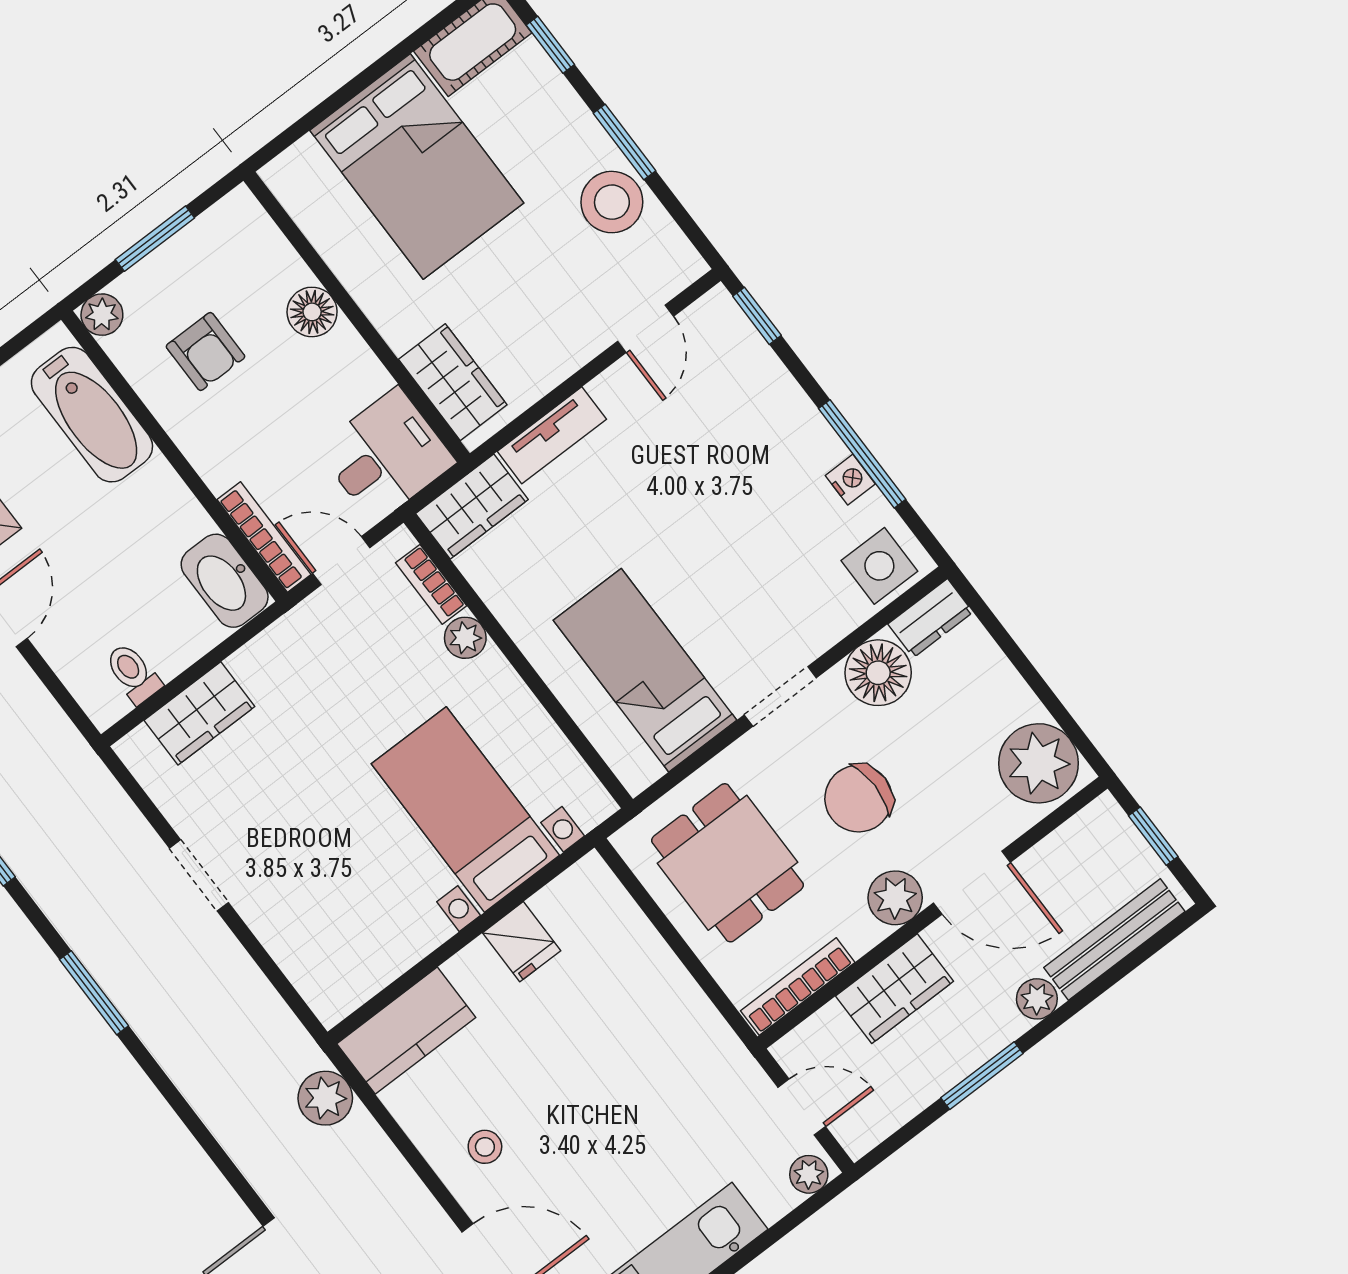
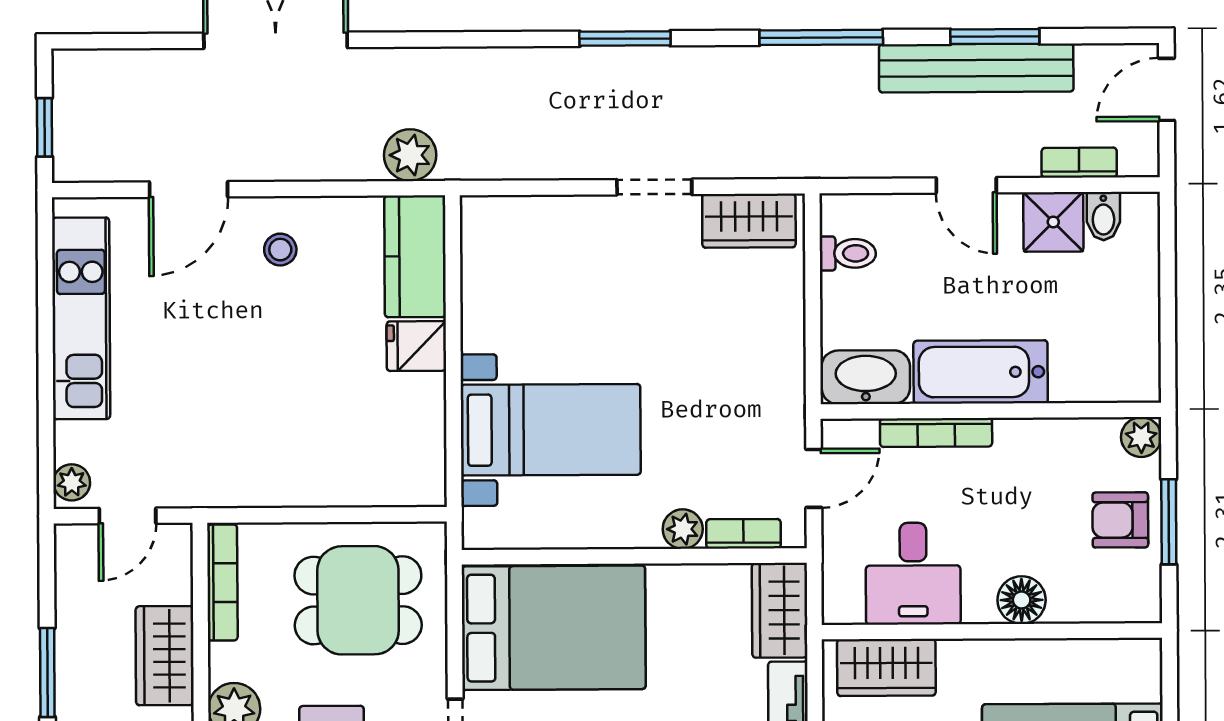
armchair: (205, 351) -> (1120, 520), moved
bathtub: (92, 415) -> (981, 372), moved
desk: (386, 455) -> (913, 574), moved
bookcase: (264, 537) -> (936, 432), moved
bed: (645, 670) -> (554, 628), width x1.50
wardrobe: (199, 713) -> (749, 221), moved, turned -90
fridge: (522, 942) -> (416, 346), moved

